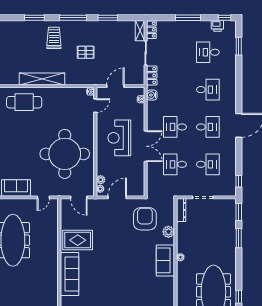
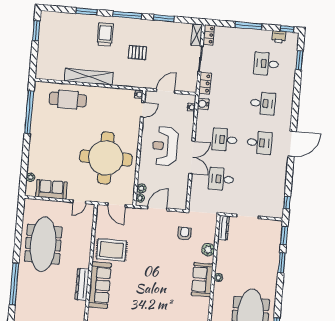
desk: (208, 164) -> (256, 182), removed
armchair: (145, 219) -> (184, 234), width x0.53, depth x0.53
dresser: (53, 275) -> (82, 284), added

